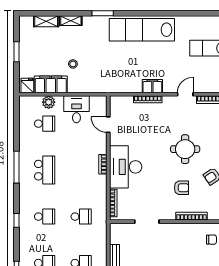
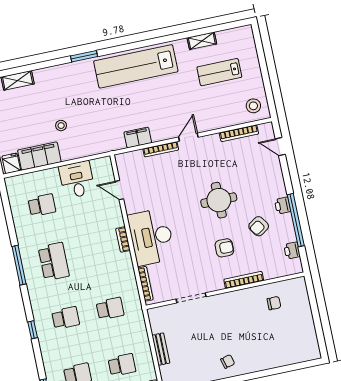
shelving: (71, 21) -> (202, 41), moved
filing cabinet: (152, 86) -> (138, 137), moved
door: (185, 94) -> (188, 137), moved
plant: (49, 102) -> (41, 178), removed

